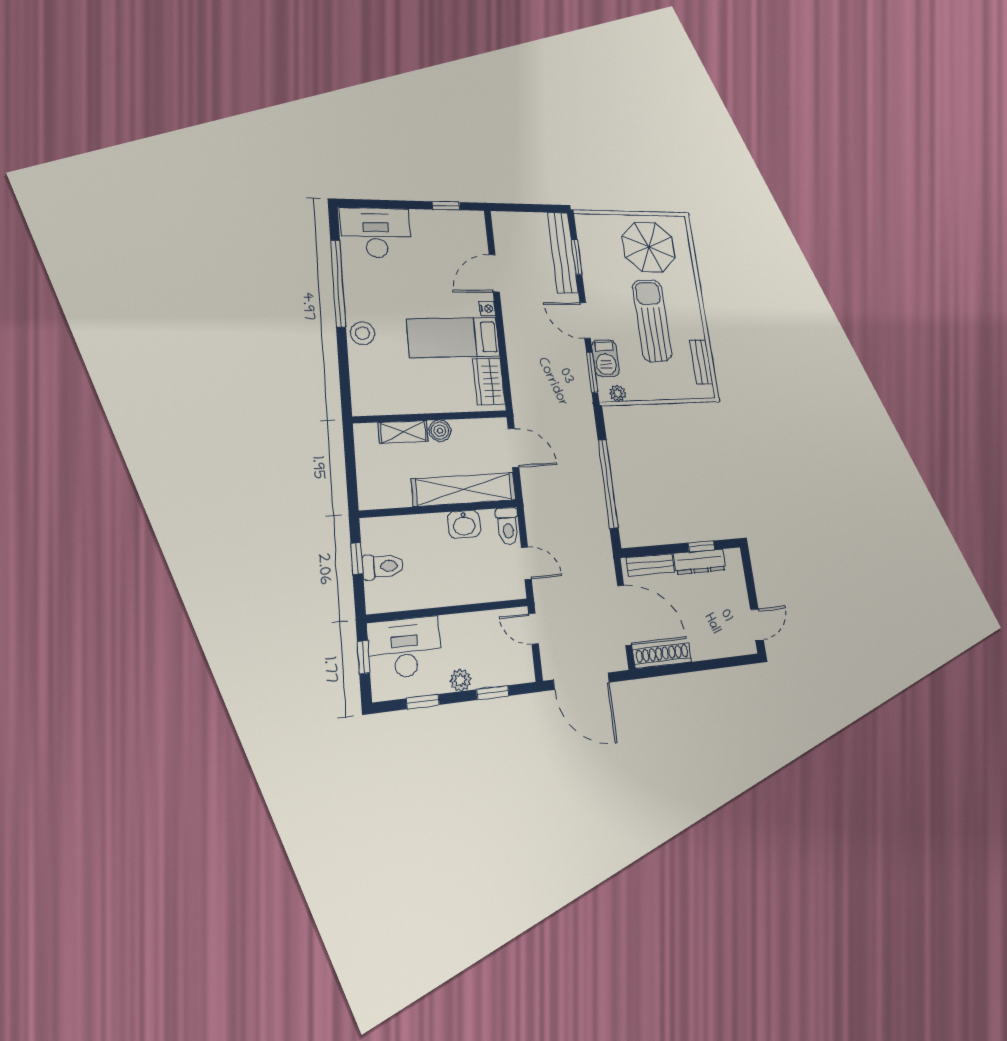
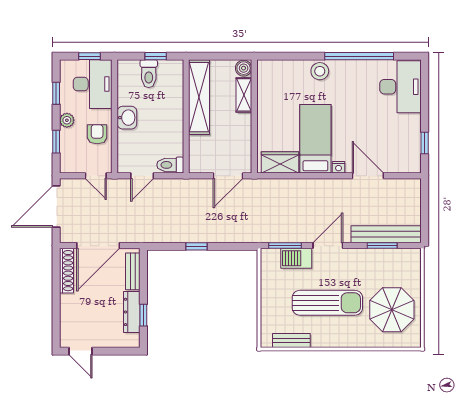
plant: (618, 393) -> (267, 264), removed
boiler: (440, 431) -> (244, 68), moved
window: (608, 483) -> (197, 246), width x0.32
shelving: (464, 489) -> (199, 97), moved
washbasin: (464, 524) -> (127, 118), moved, turned 180
door: (533, 629) -> (96, 176), swing flipped
armchair: (476, 633) -> (97, 134), added

